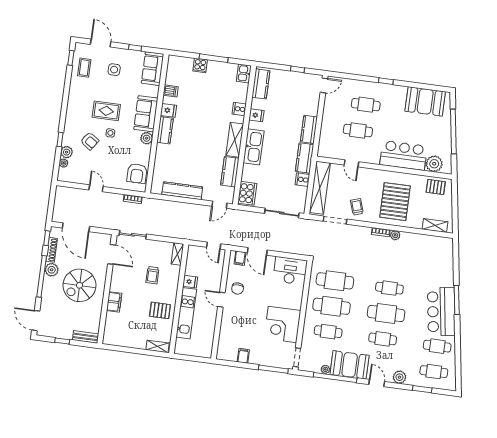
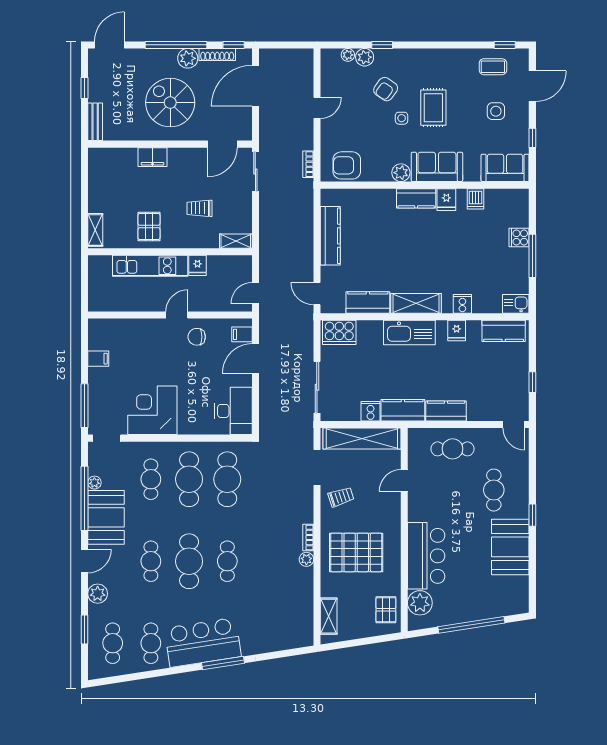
booth: (425, 101) -> (510, 547), moved
cafe table: (358, 130) -> (453, 449), moved, turned 90

